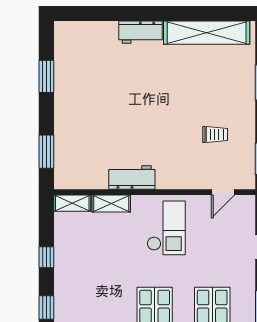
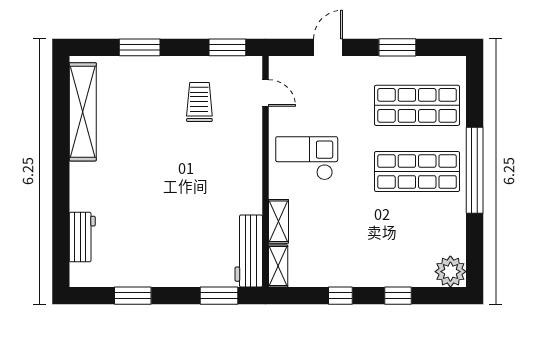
workbench: (141, 32) -> (82, 237), moved
trolley: (215, 134) -> (199, 102), width x1.36, depth x1.39
workbench: (132, 177) -> (249, 251), moved, width x1.38

